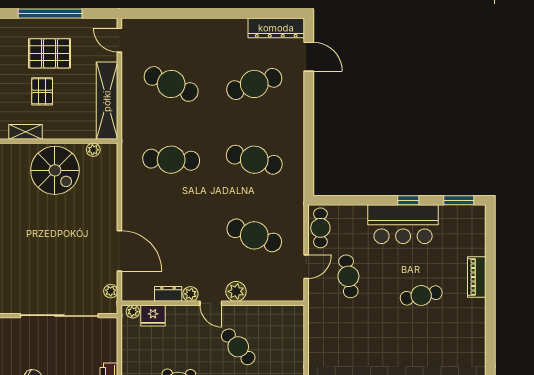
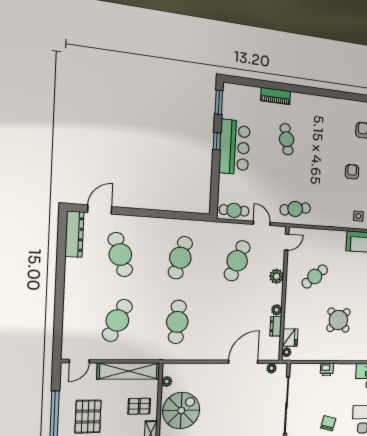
pallet: (42, 91) -> (139, 406), moved
cafe table: (348, 276) -> (295, 209), moved
door: (211, 303) -> (287, 242), moved

